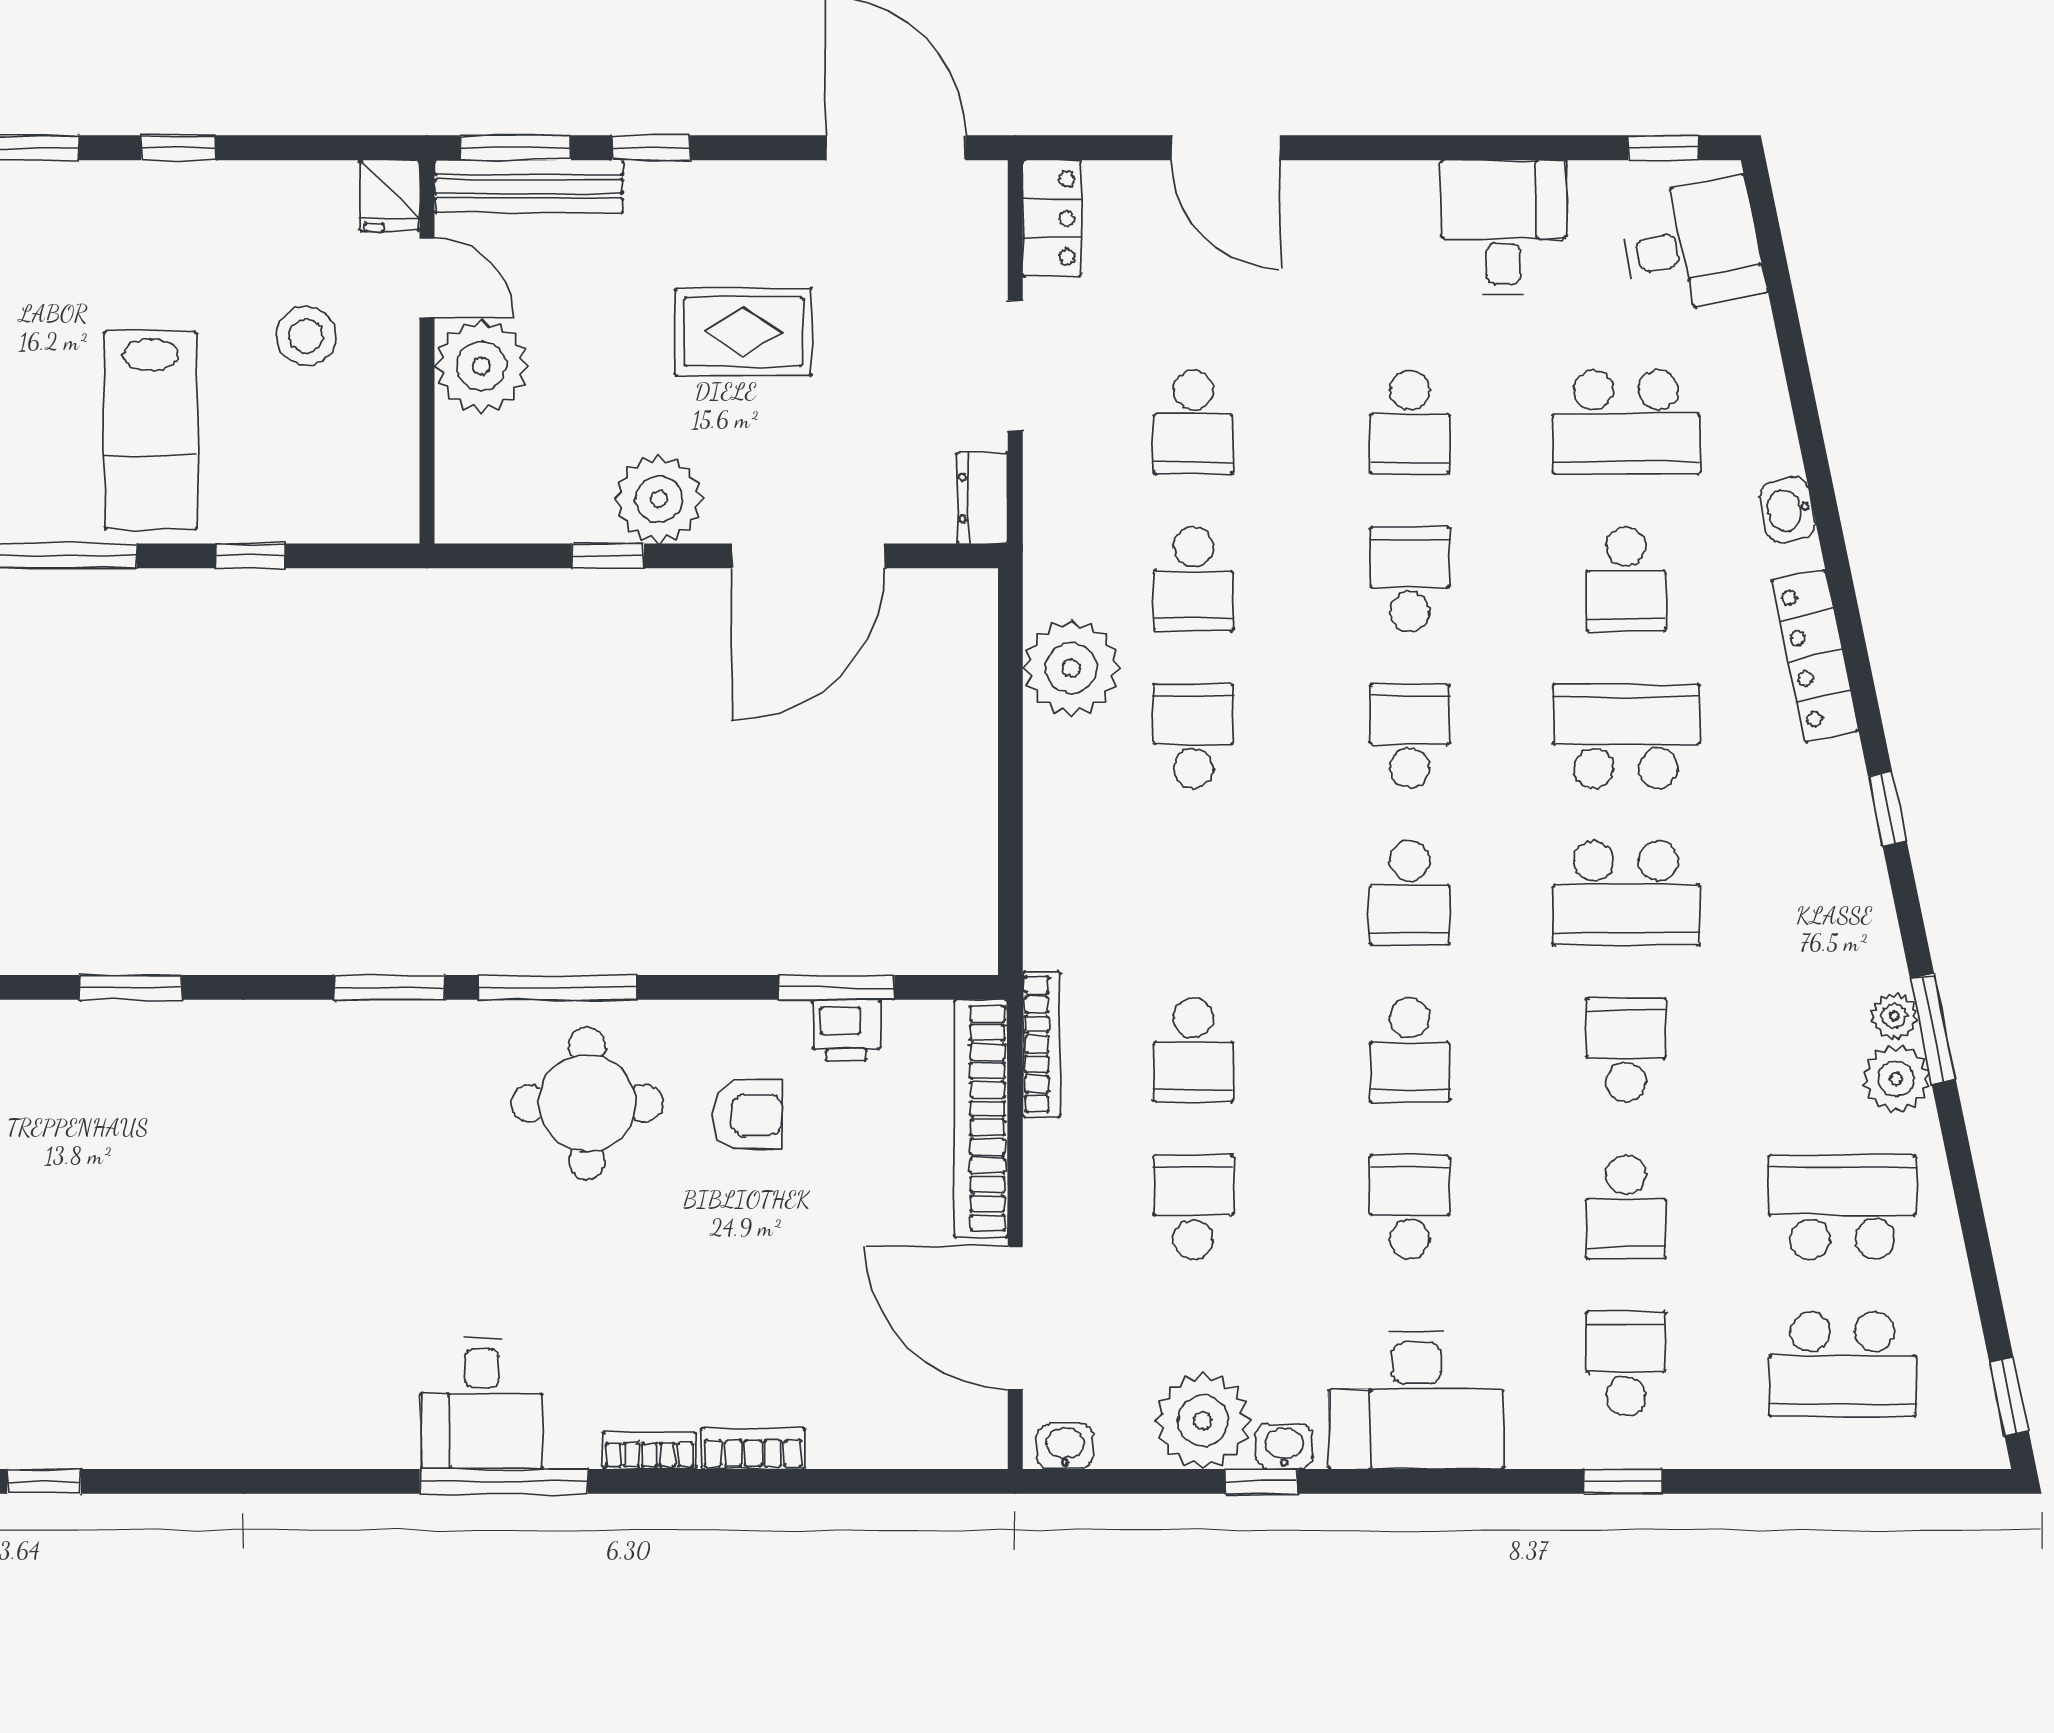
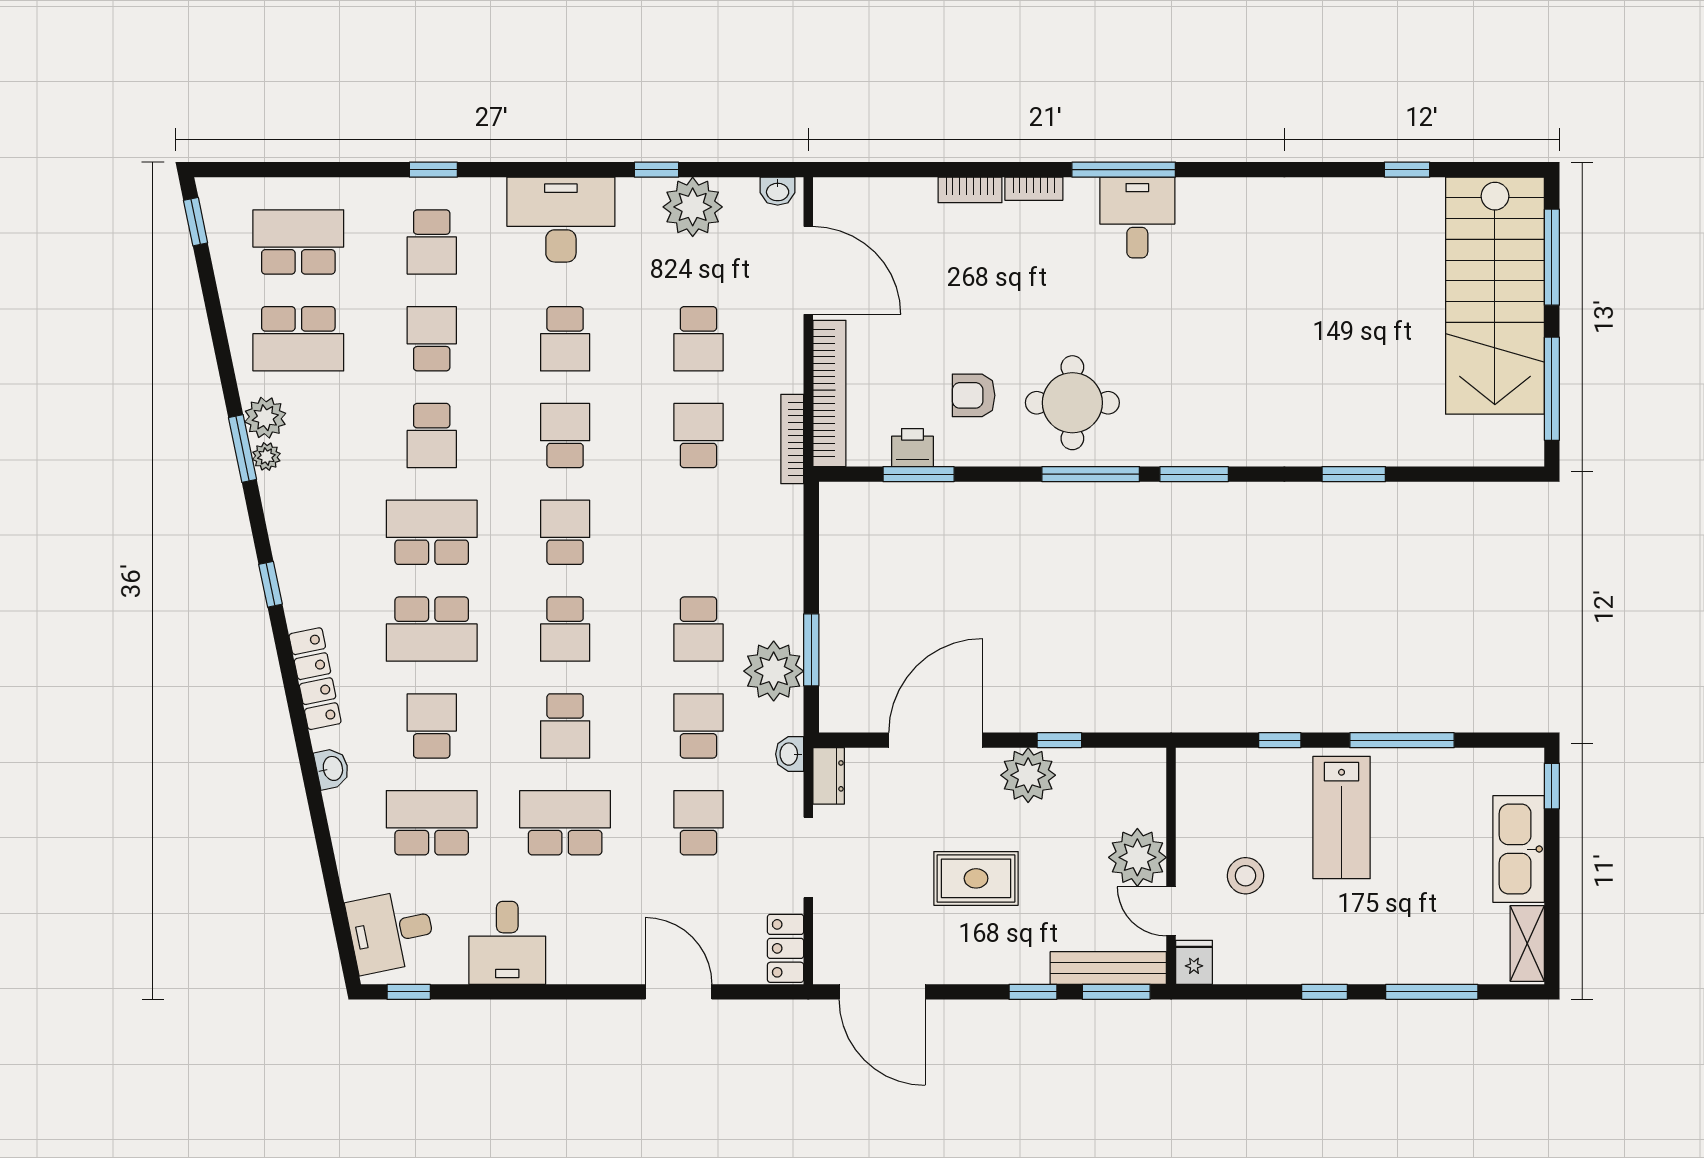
school desk: (1410, 422) -> (565, 823), width x1.85
lab bench: (150, 430) -> (1342, 818), turned 180
window: (1010, 702) -> (811, 650), added
washbasin: (1284, 1446) -> (790, 754), moved, turned 90

